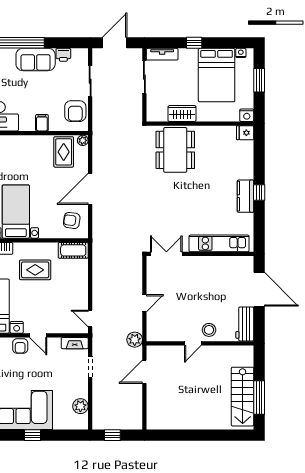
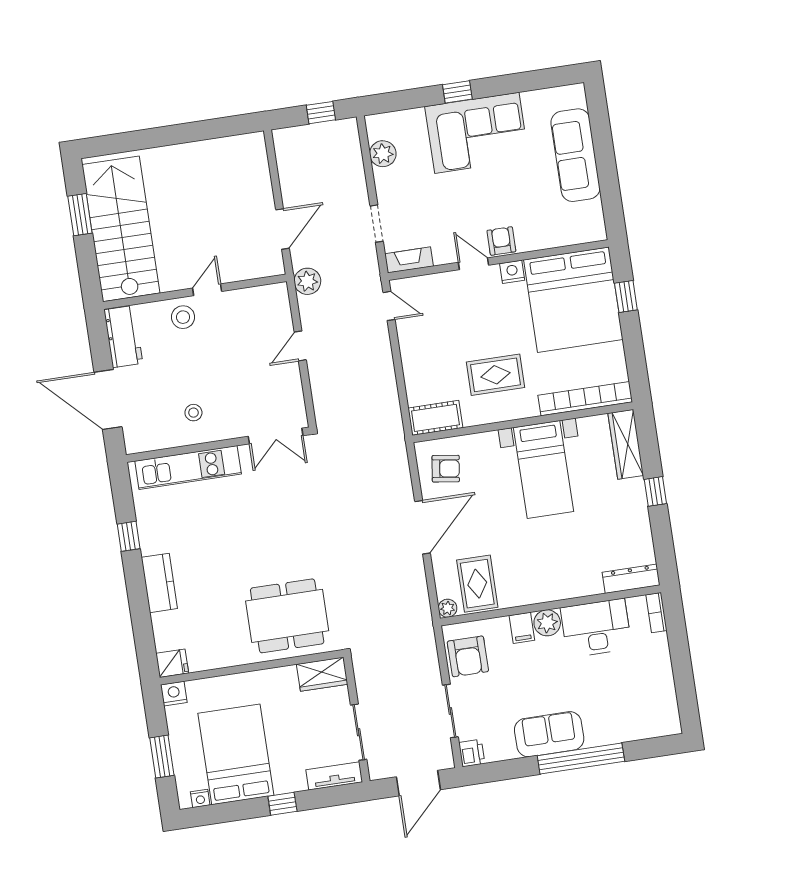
printer: (63, 55) -> (472, 753), moved, turned 90
armchair: (75, 111) -> (468, 656), turned 180
wardrobe: (182, 114) -> (322, 674), moved
plant: (27, 123) -> (547, 623), added
dining table: (175, 150) -> (287, 616), turned 90
window: (259, 192) -> (129, 536), moved
kitchen counter: (246, 196) -> (159, 583), moved
stool: (211, 274) -> (193, 413), added
stairs: (243, 397) -> (121, 229), width x1.36, depth x1.51
window: (259, 397) -> (80, 215), width x0.69

